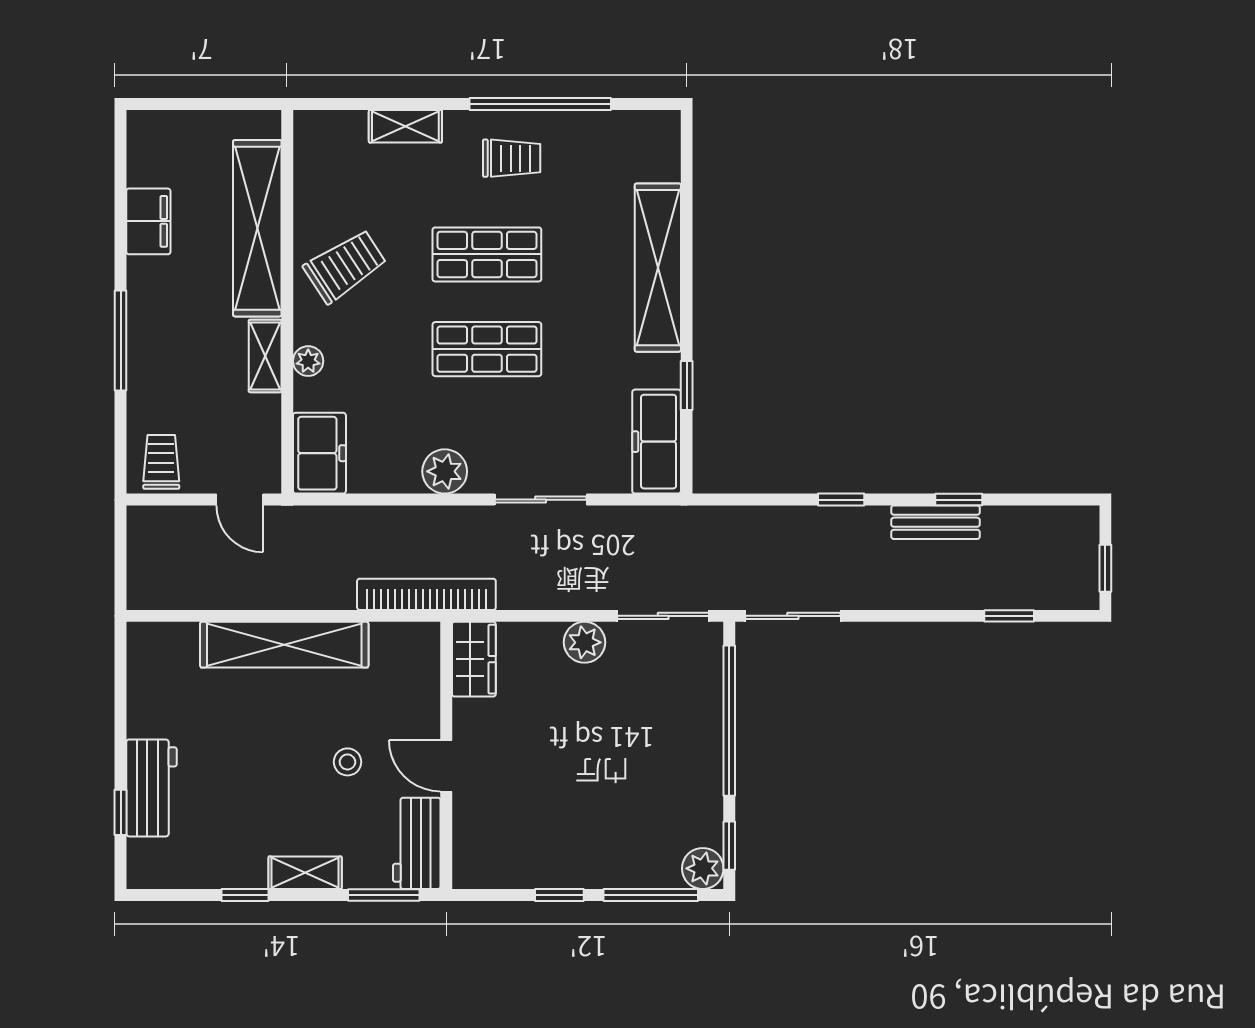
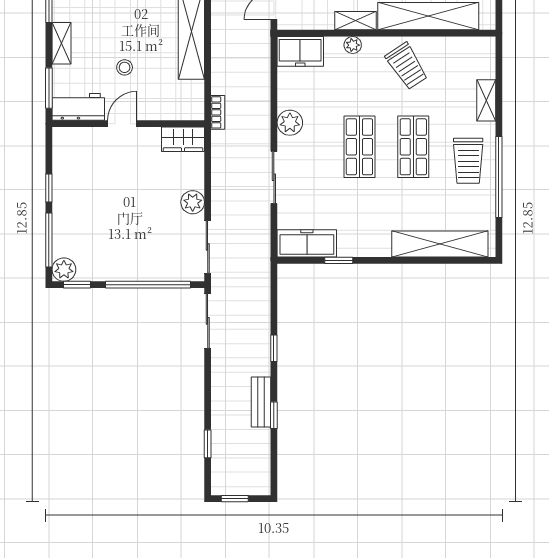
trolley: (512, 158) -> (468, 161), width x1.36, depth x1.39
shelving: (658, 268) -> (440, 244), moved
bookcase: (426, 594) -> (218, 112), width x0.43, depth x0.76

